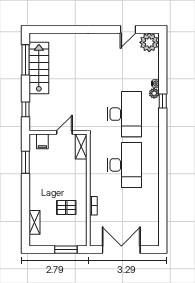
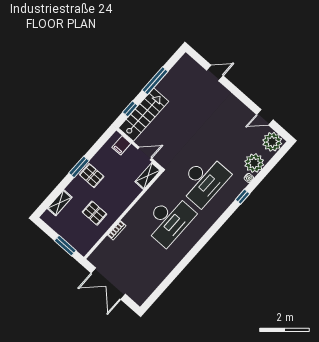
door: (64, 29) -> (215, 73), added
window: (26, 60) -> (155, 81), moved
stairs: (39, 68) -> (144, 115), moved
plant: (154, 93) -> (254, 163), moved, width x1.87, depth x1.87
window: (26, 162) -> (79, 167), moved
pallet: (40, 182) -> (92, 176), added
double door: (121, 250) -> (108, 284), swing flipped

